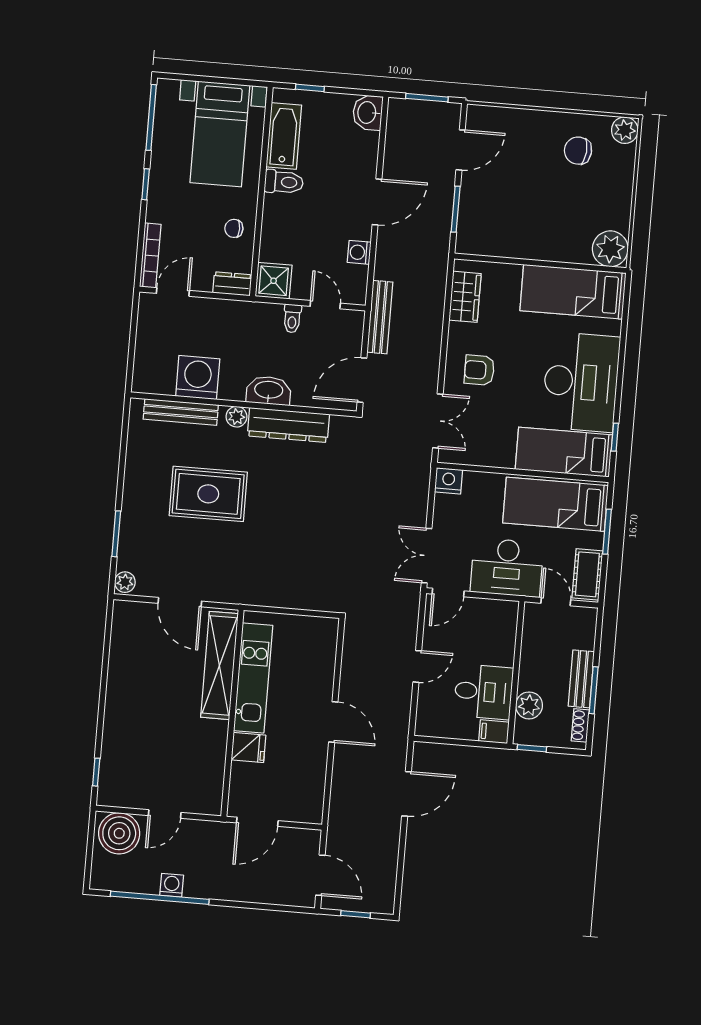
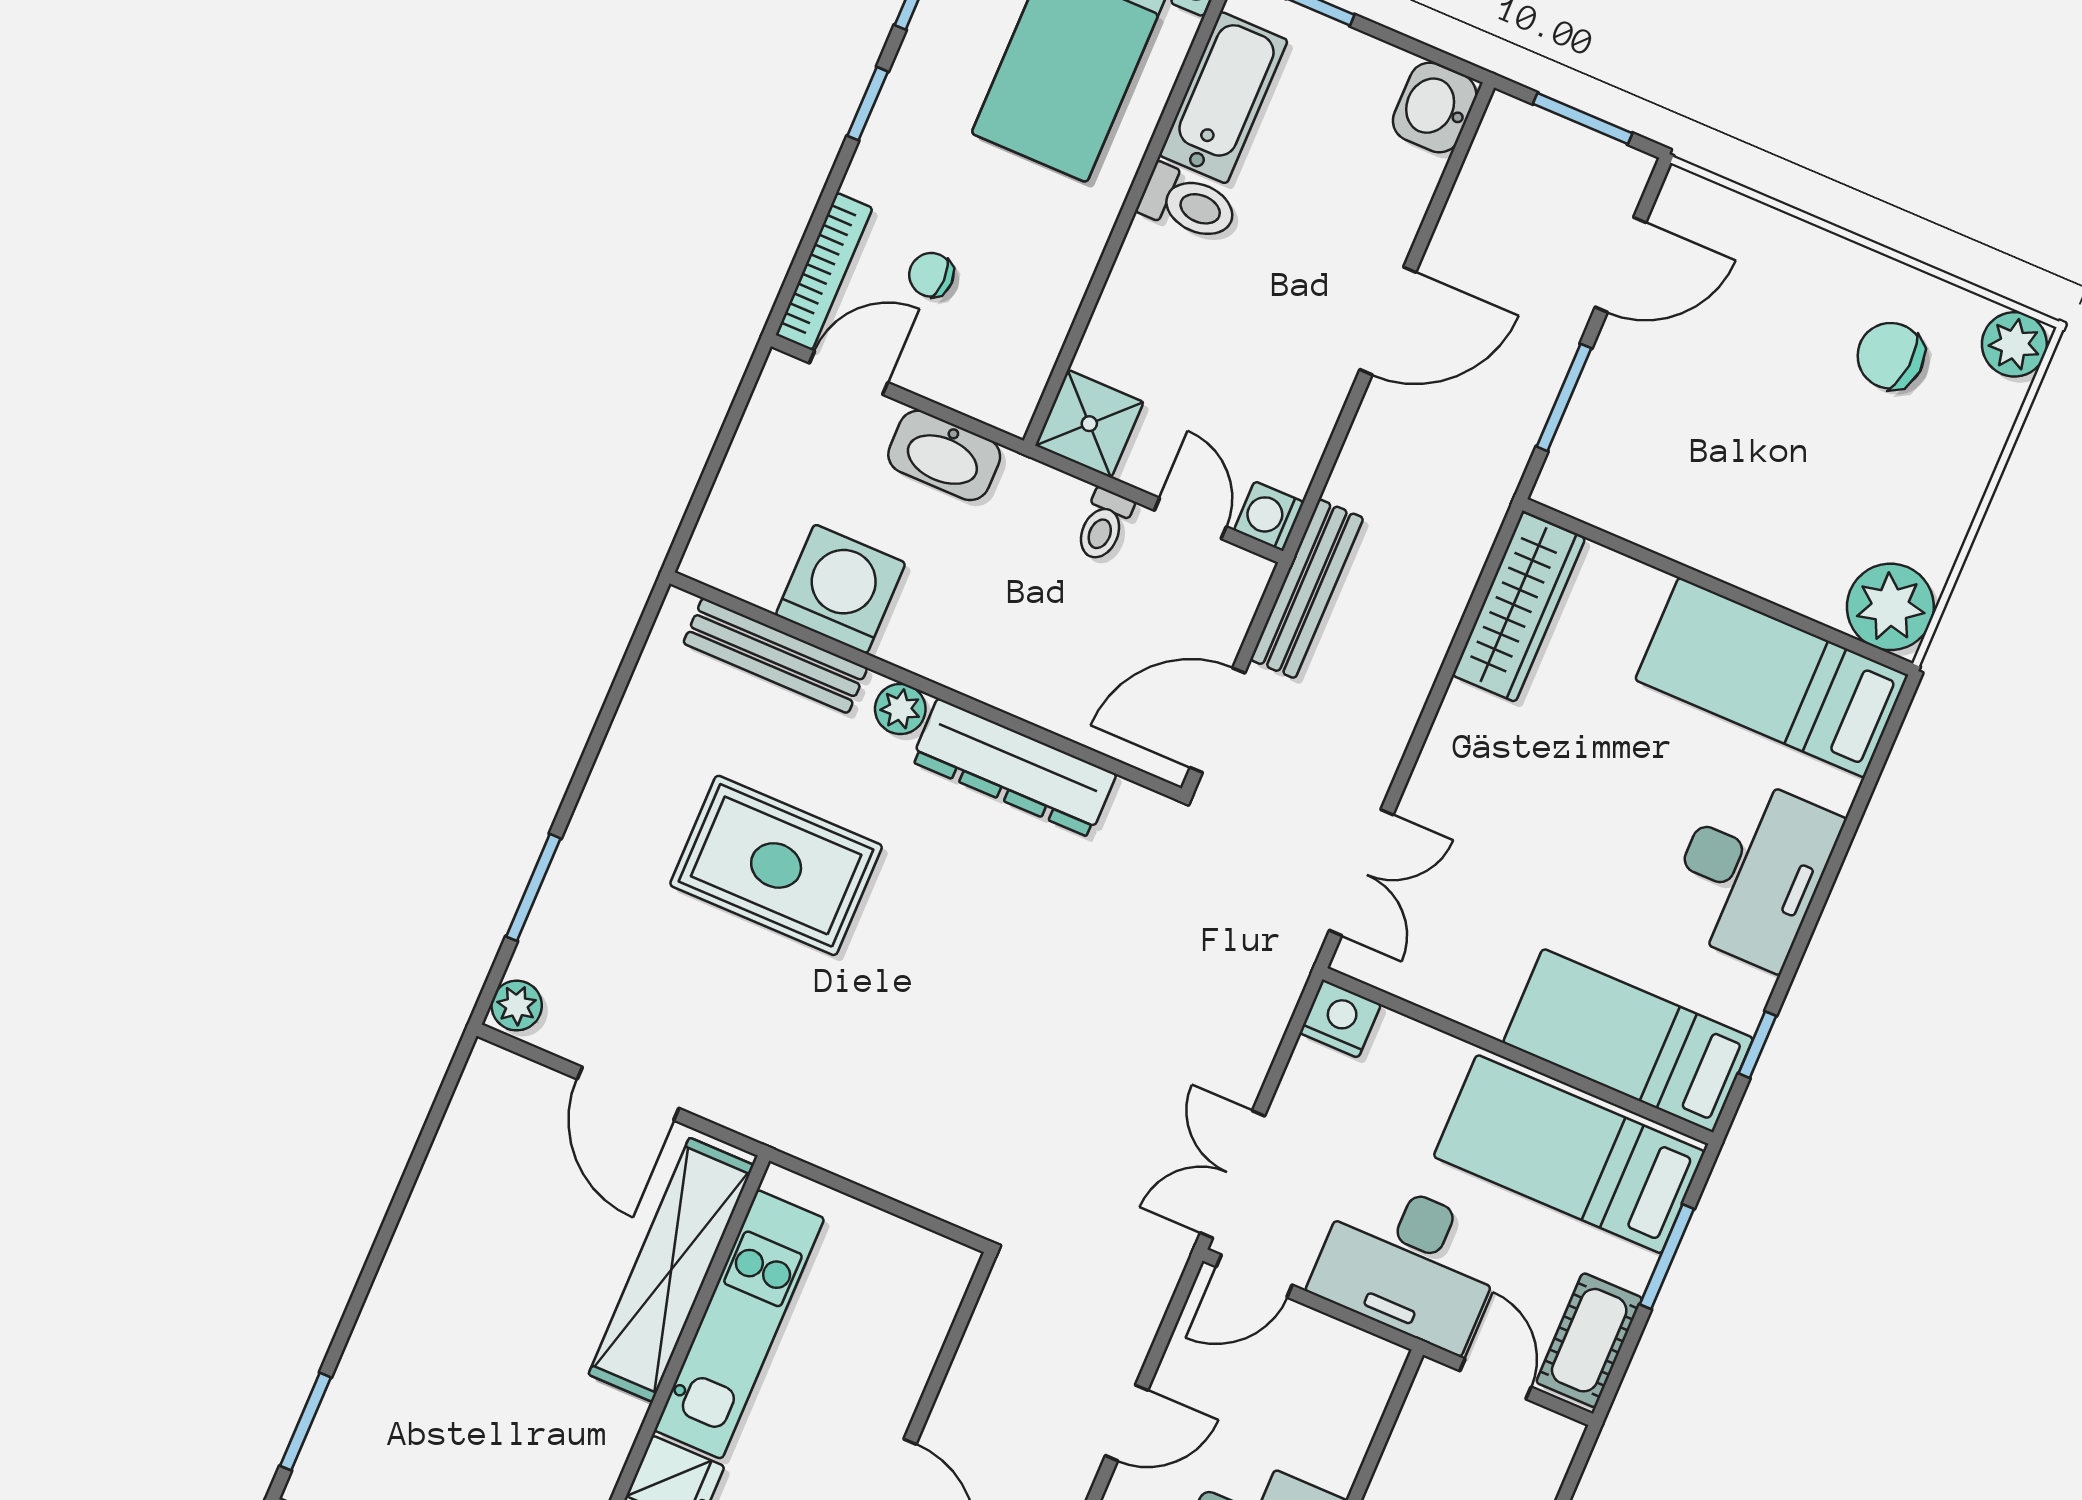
chair: (234, 228) -> (931, 275), moved
washing machine: (359, 252) -> (1269, 516), moved
dresser: (232, 284) -> (992, 399), removed
wardrobe: (465, 297) -> (1519, 607), width x1.50
armchair: (479, 370) -> (1496, 787), removed
desk: (581, 382) -> (1752, 871), width x0.73, depth x0.77
washbasin: (269, 391) -> (944, 455), moved, turned 180
window: (96, 772) -> (306, 1422), width x1.50

